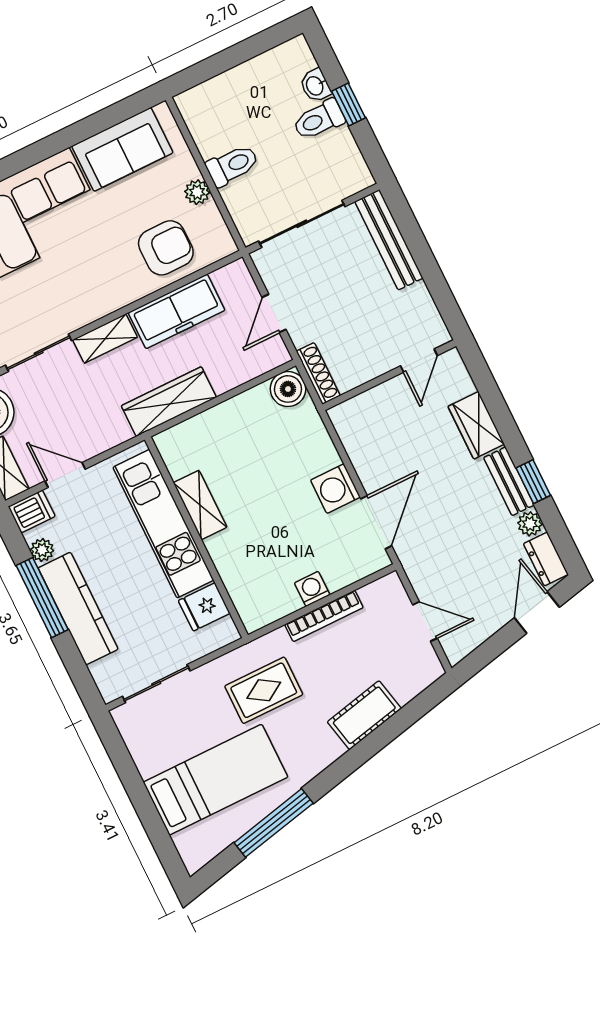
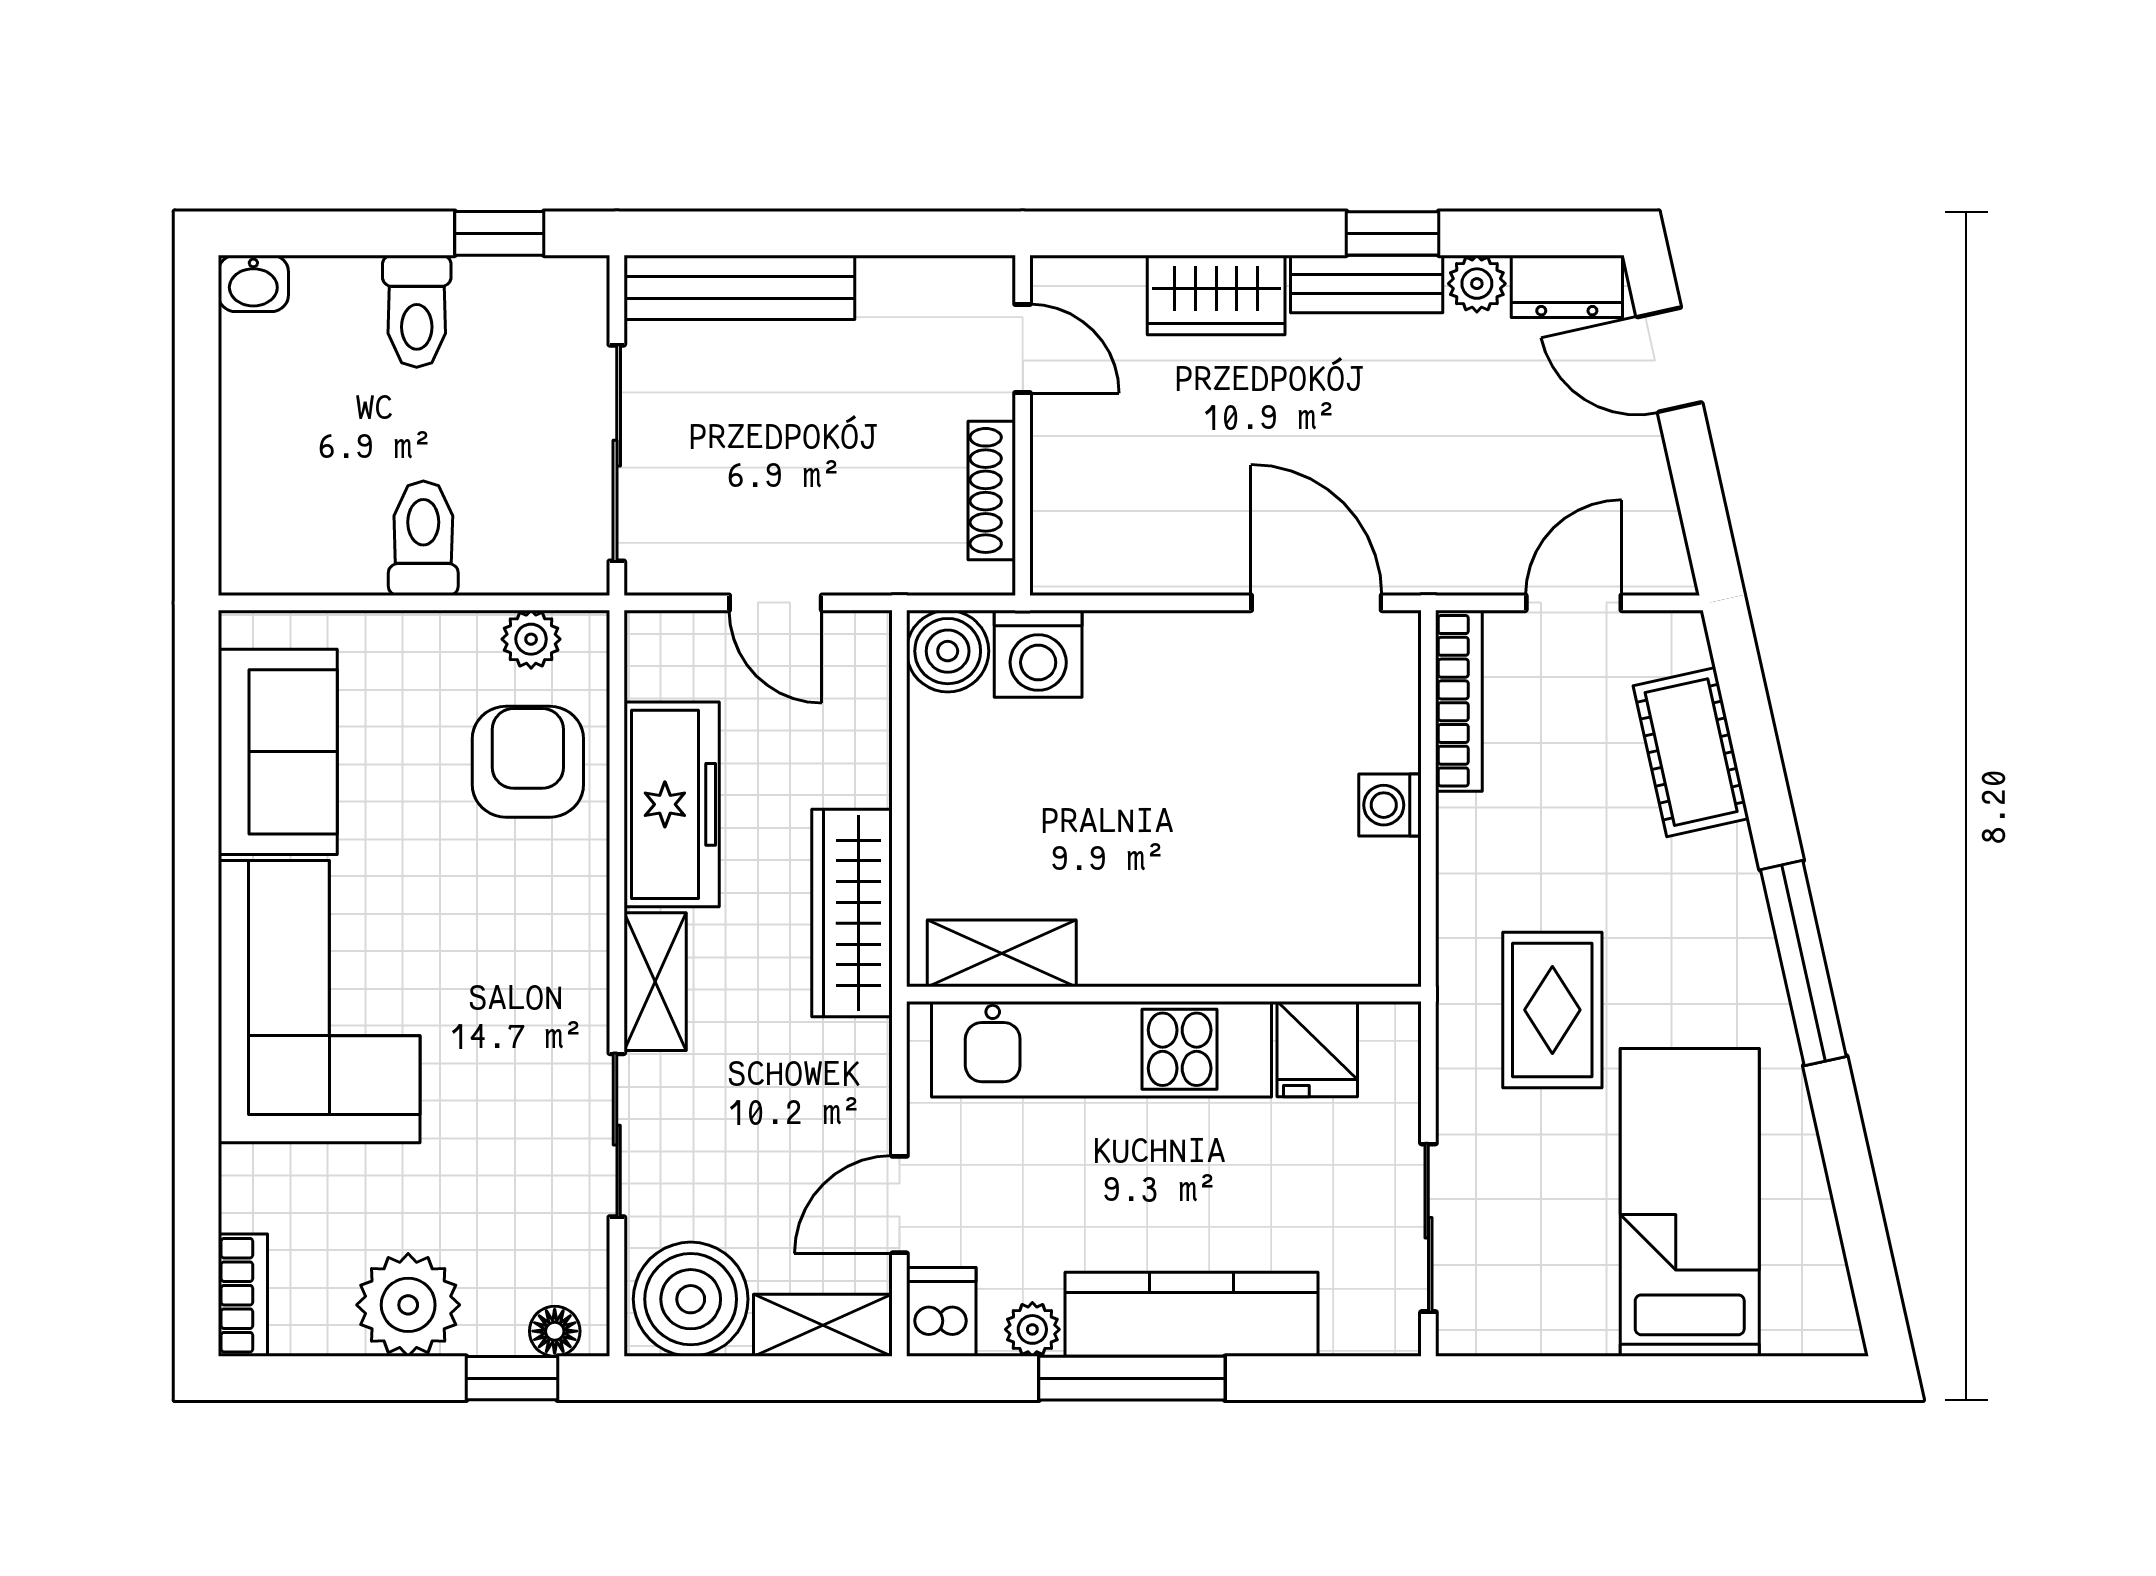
washbasin: (315, 86) -> (253, 283), moved
window: (349, 104) -> (499, 233), moved
plant: (197, 192) -> (531, 639), moved
shoe rack: (318, 373) -> (992, 490), moved, turned -90
washing machine: (335, 489) -> (1038, 654), moved
shelving: (200, 505) -> (1002, 953), moved
bookcase: (324, 616) -> (1459, 701), moved
cot: (364, 715) -> (1691, 752), moved
window: (274, 823) -> (1803, 963), moved

